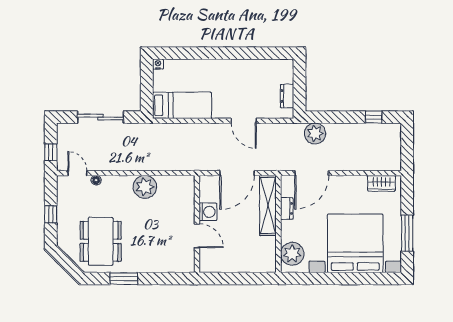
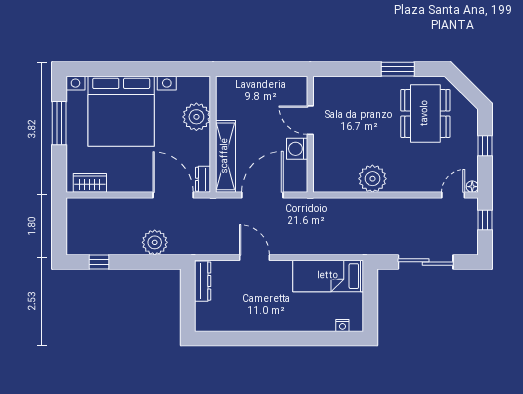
nightstand: (158, 64) -> (342, 325), moved
dresser: (287, 96) -> (203, 281), width x1.44
plant: (315, 133) -> (155, 242), moved
door: (77, 173) -> (453, 195), swing flipped
door: (312, 173) -> (173, 195), hinge flipped
floor lamp: (96, 180) -> (472, 187), moved
dresser: (287, 209) -> (203, 179), moved
plant: (292, 254) -> (196, 117), moved

